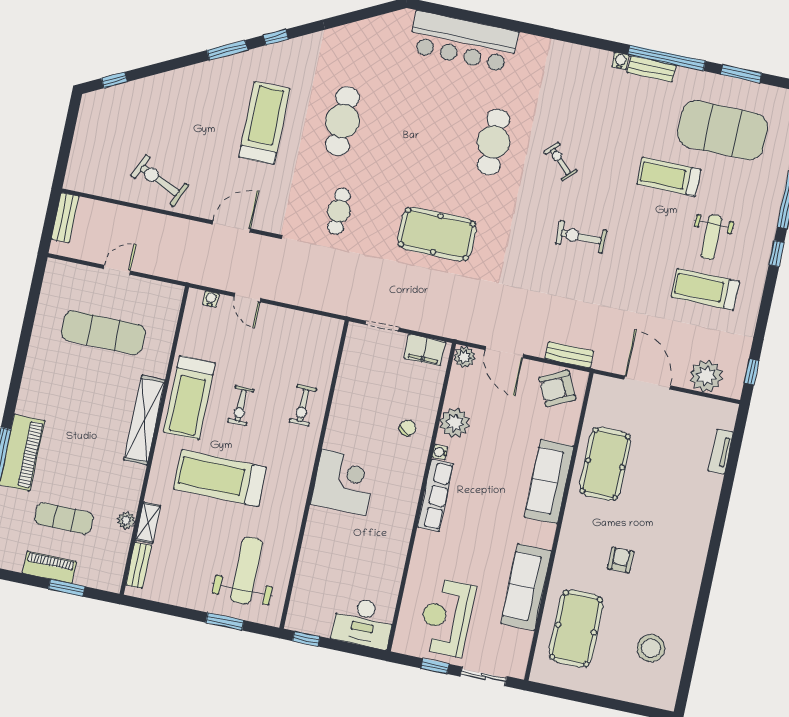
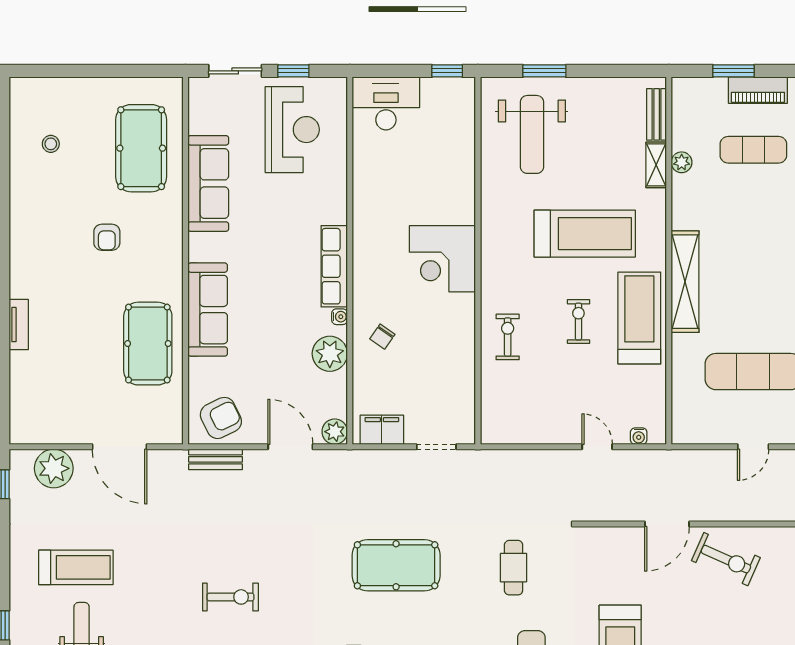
door: (231, 226) -> (667, 524), moved
tv unit: (721, 452) -> (19, 325), moved
stool: (651, 648) -> (51, 144), width x0.53, depth x0.53

